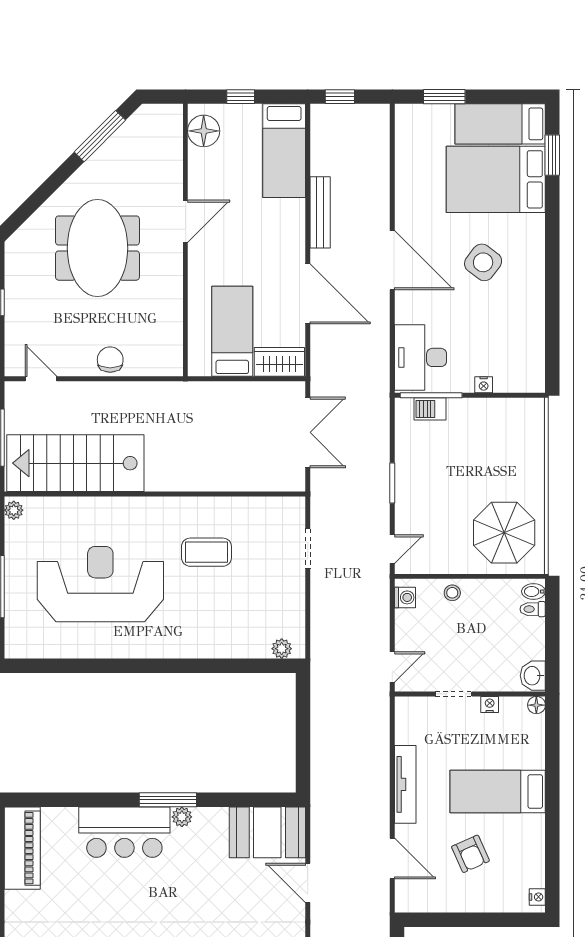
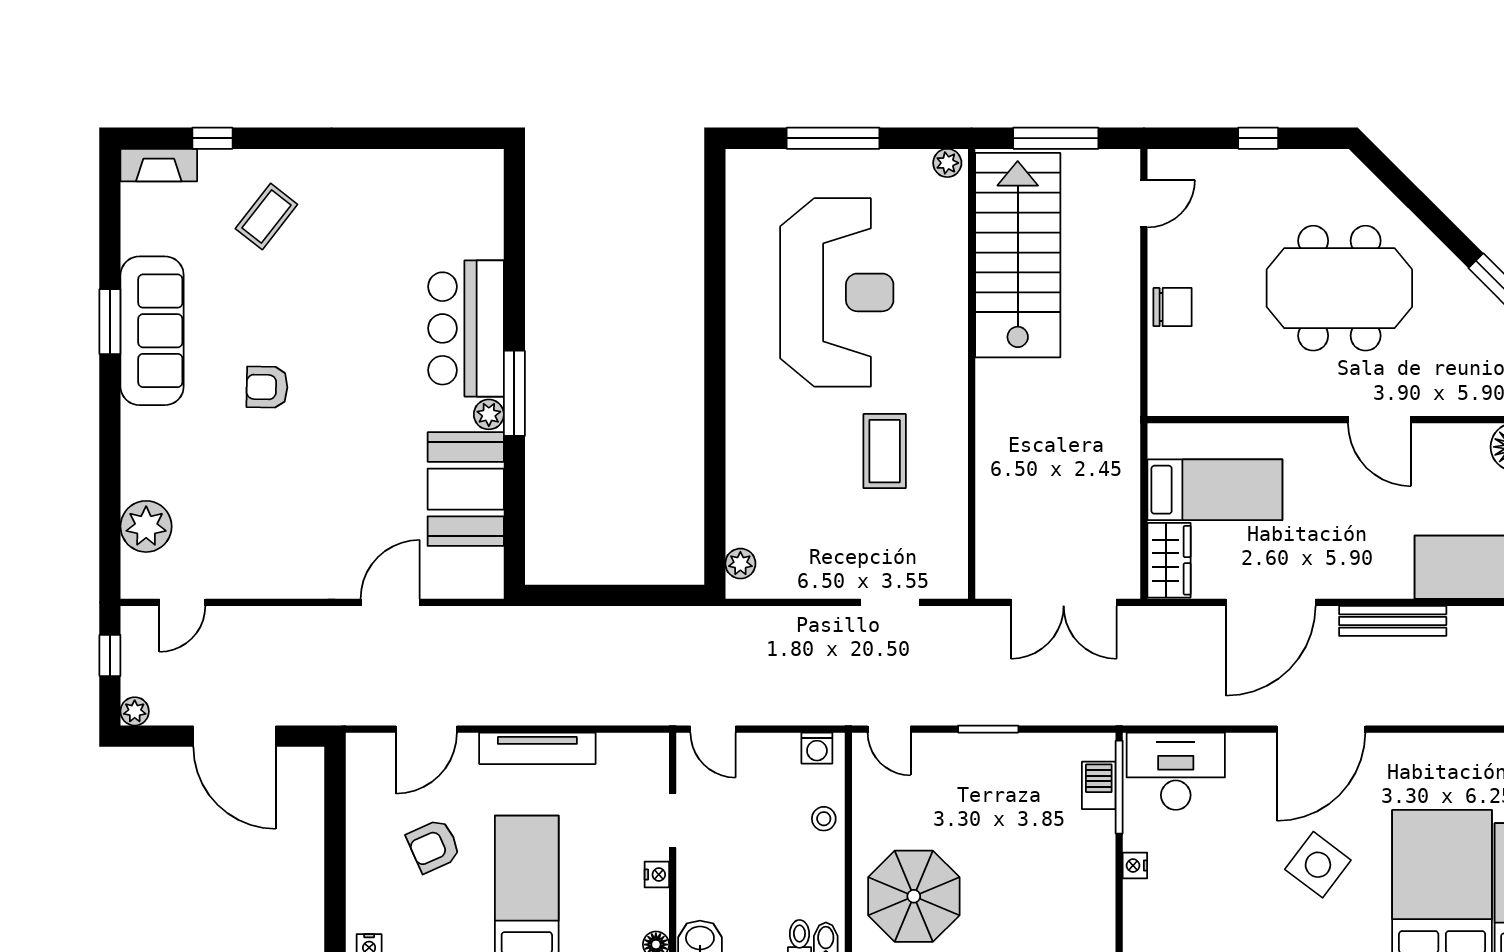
booth: (267, 832) -> (466, 489), moved
piano: (22, 848) -> (442, 176), removed

